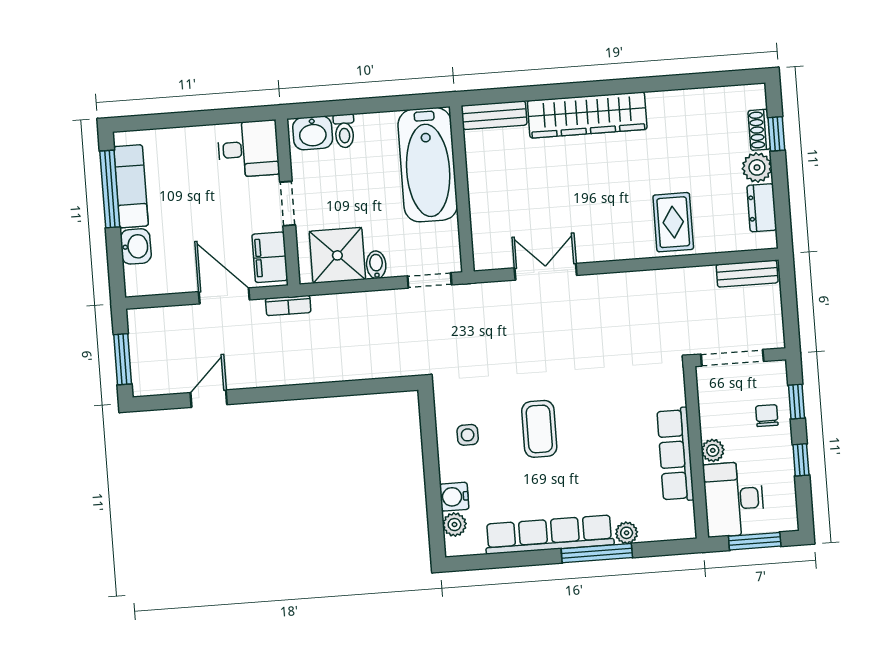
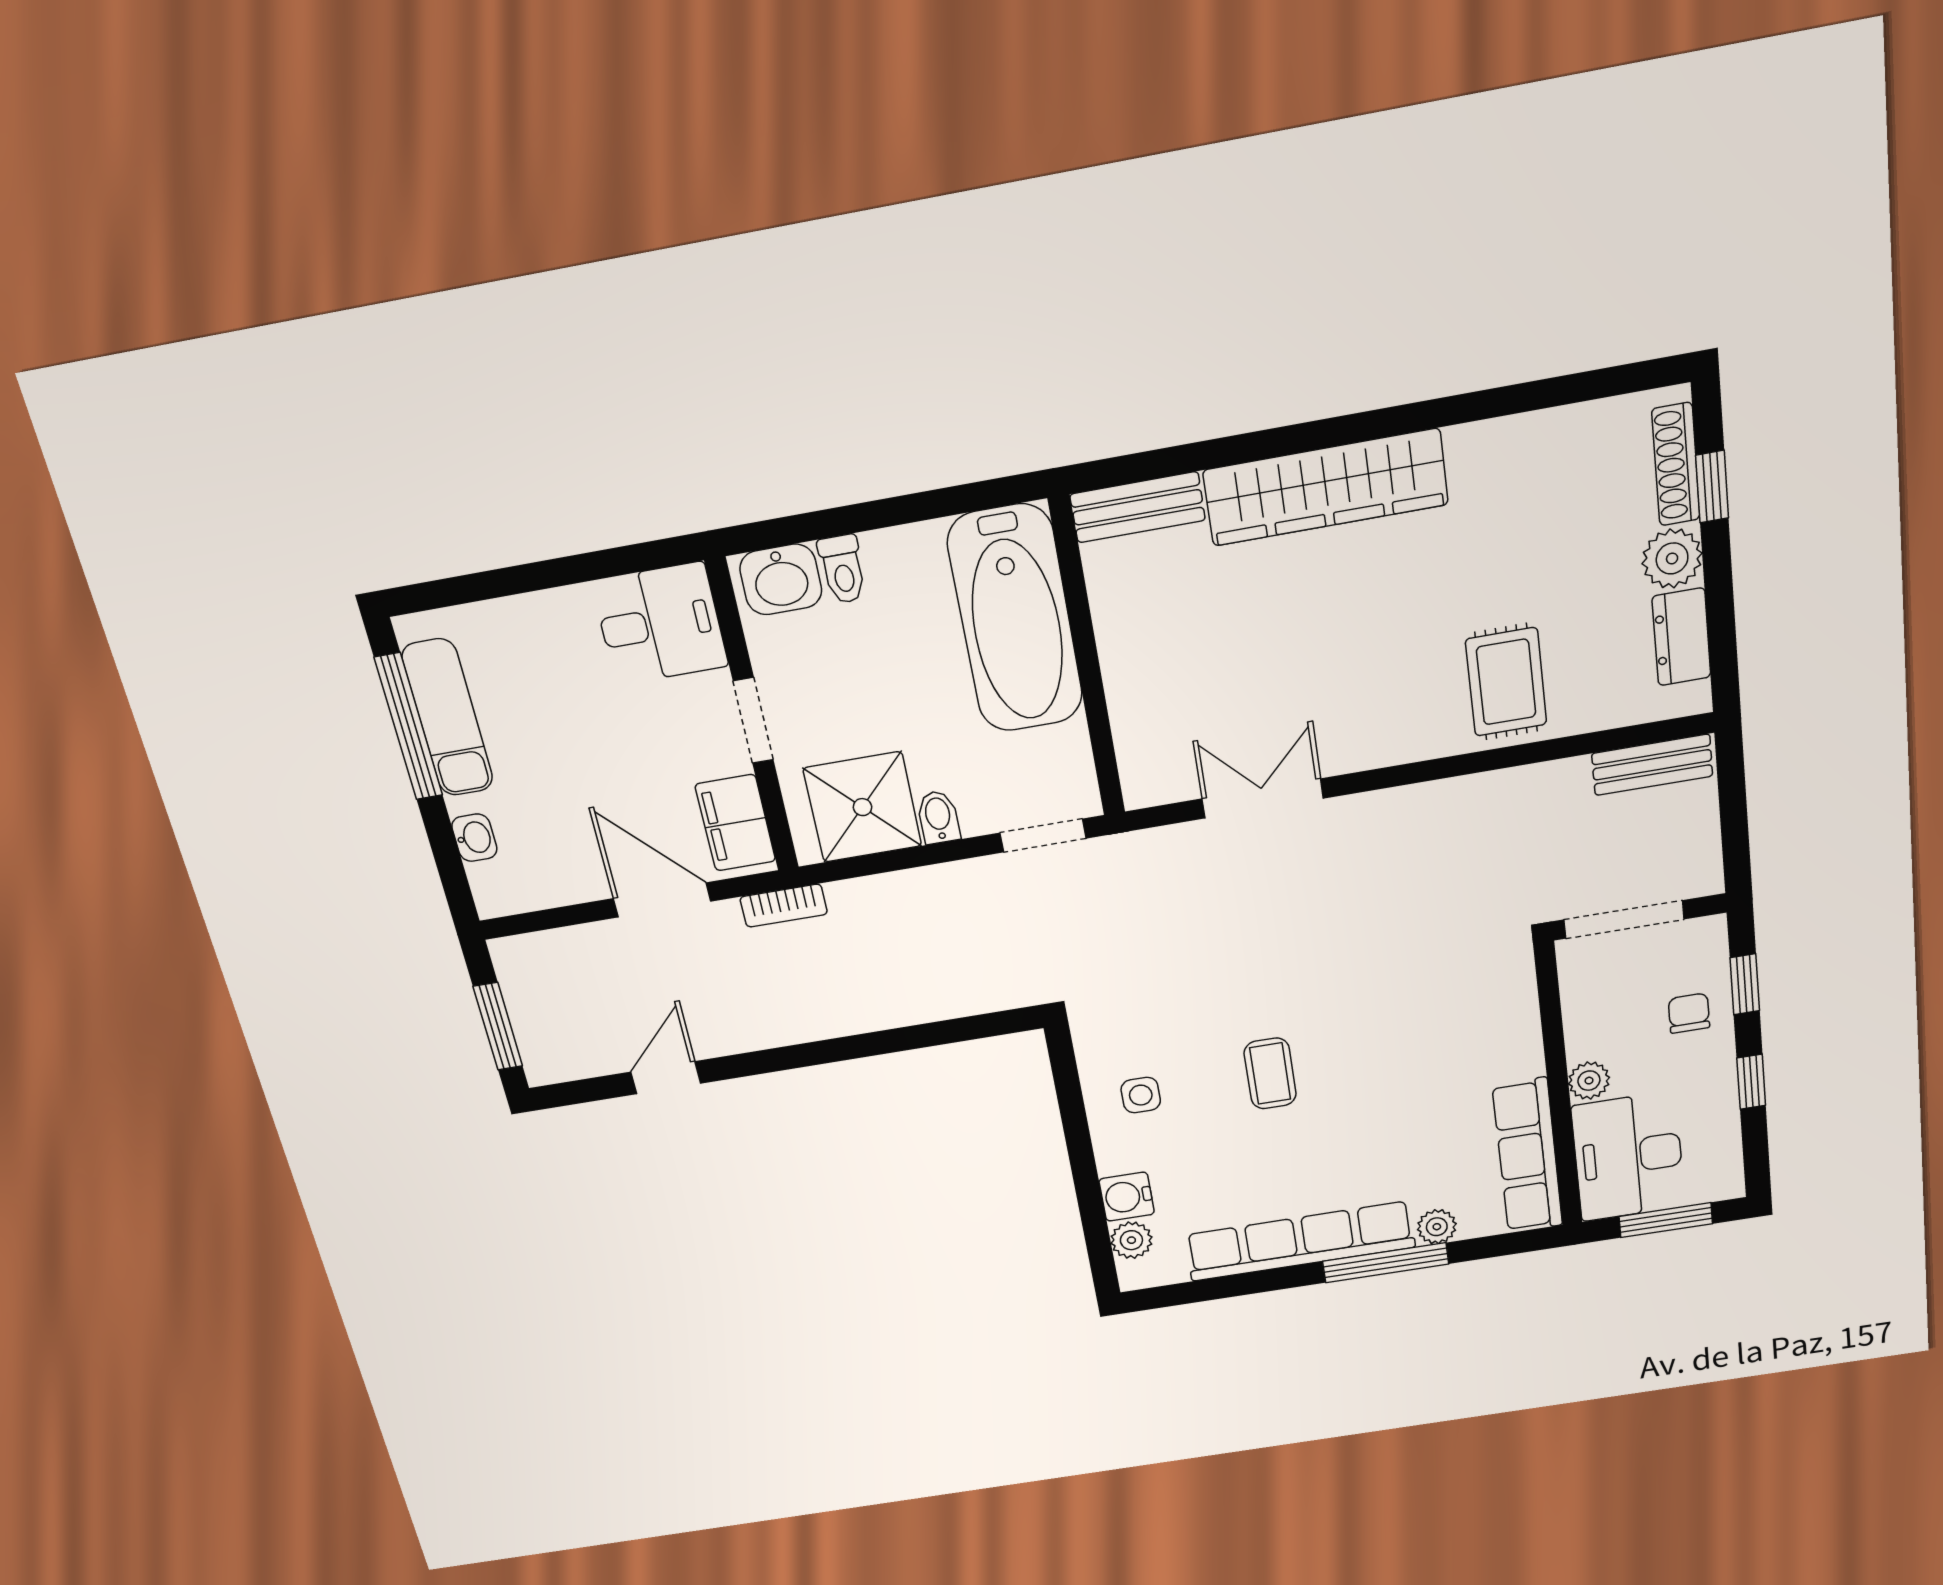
shoe rack: (759, 130) -> (1676, 464), width x1.43
washbasin: (136, 246) -> (474, 838), width x0.72, depth x0.69
coffee table: (539, 429) -> (1270, 1073), width x0.73, depth x0.77
row of seats: (675, 455) -> (1528, 1156), moved

